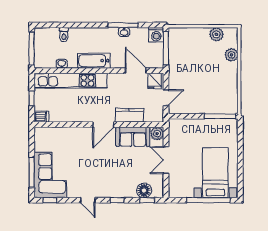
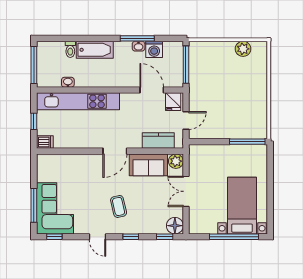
washing machine: (156, 35) -> (154, 49), moved
plant: (231, 55) -> (260, 72), removed
bathtub: (94, 61) -> (95, 50), moved, turned 180
kitchen counter: (129, 115) -> (158, 140), moved
coffee table: (106, 173) -> (119, 206), added
floor lamp: (144, 190) -> (175, 226), moved

